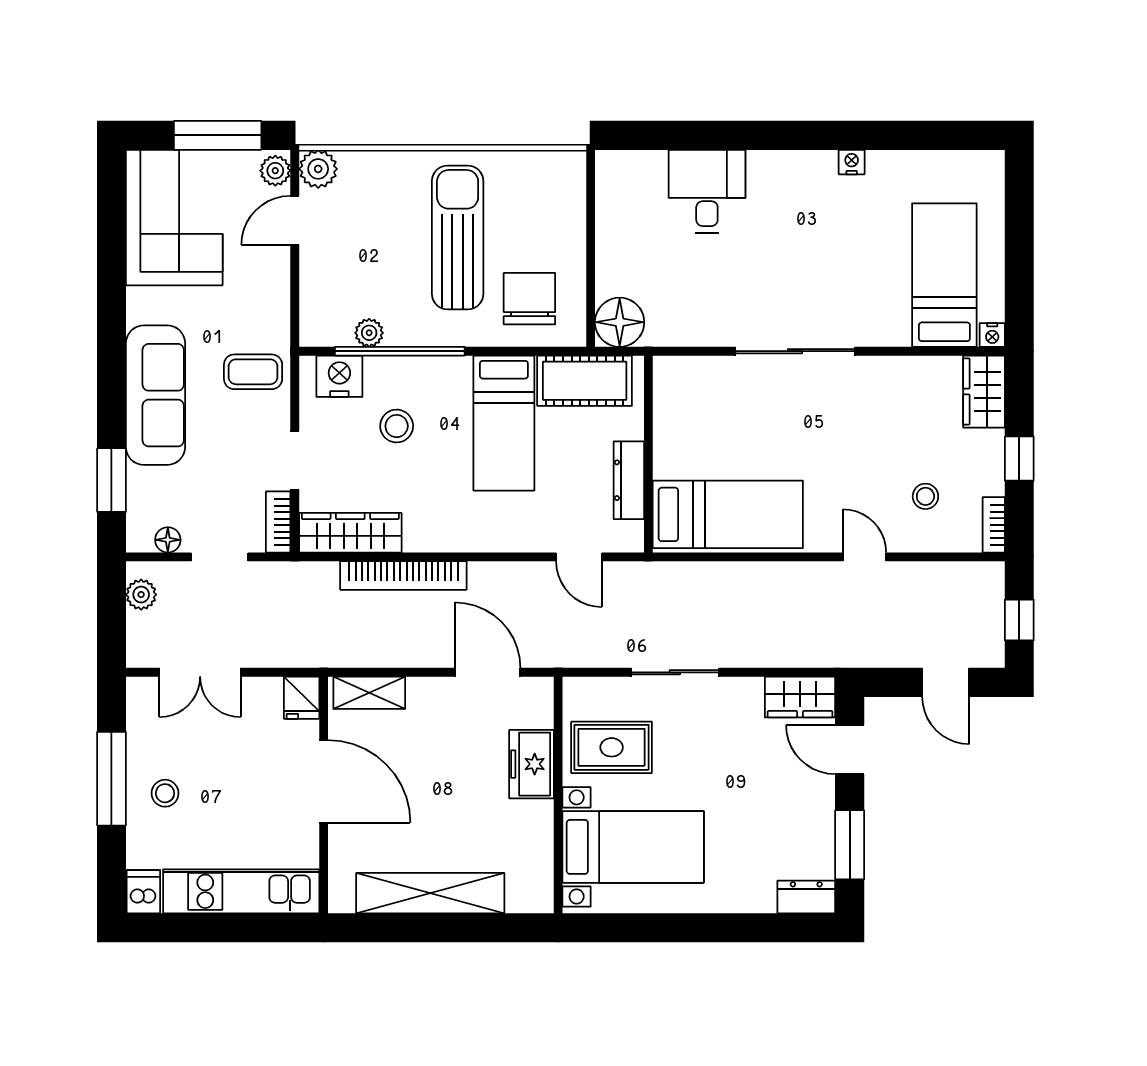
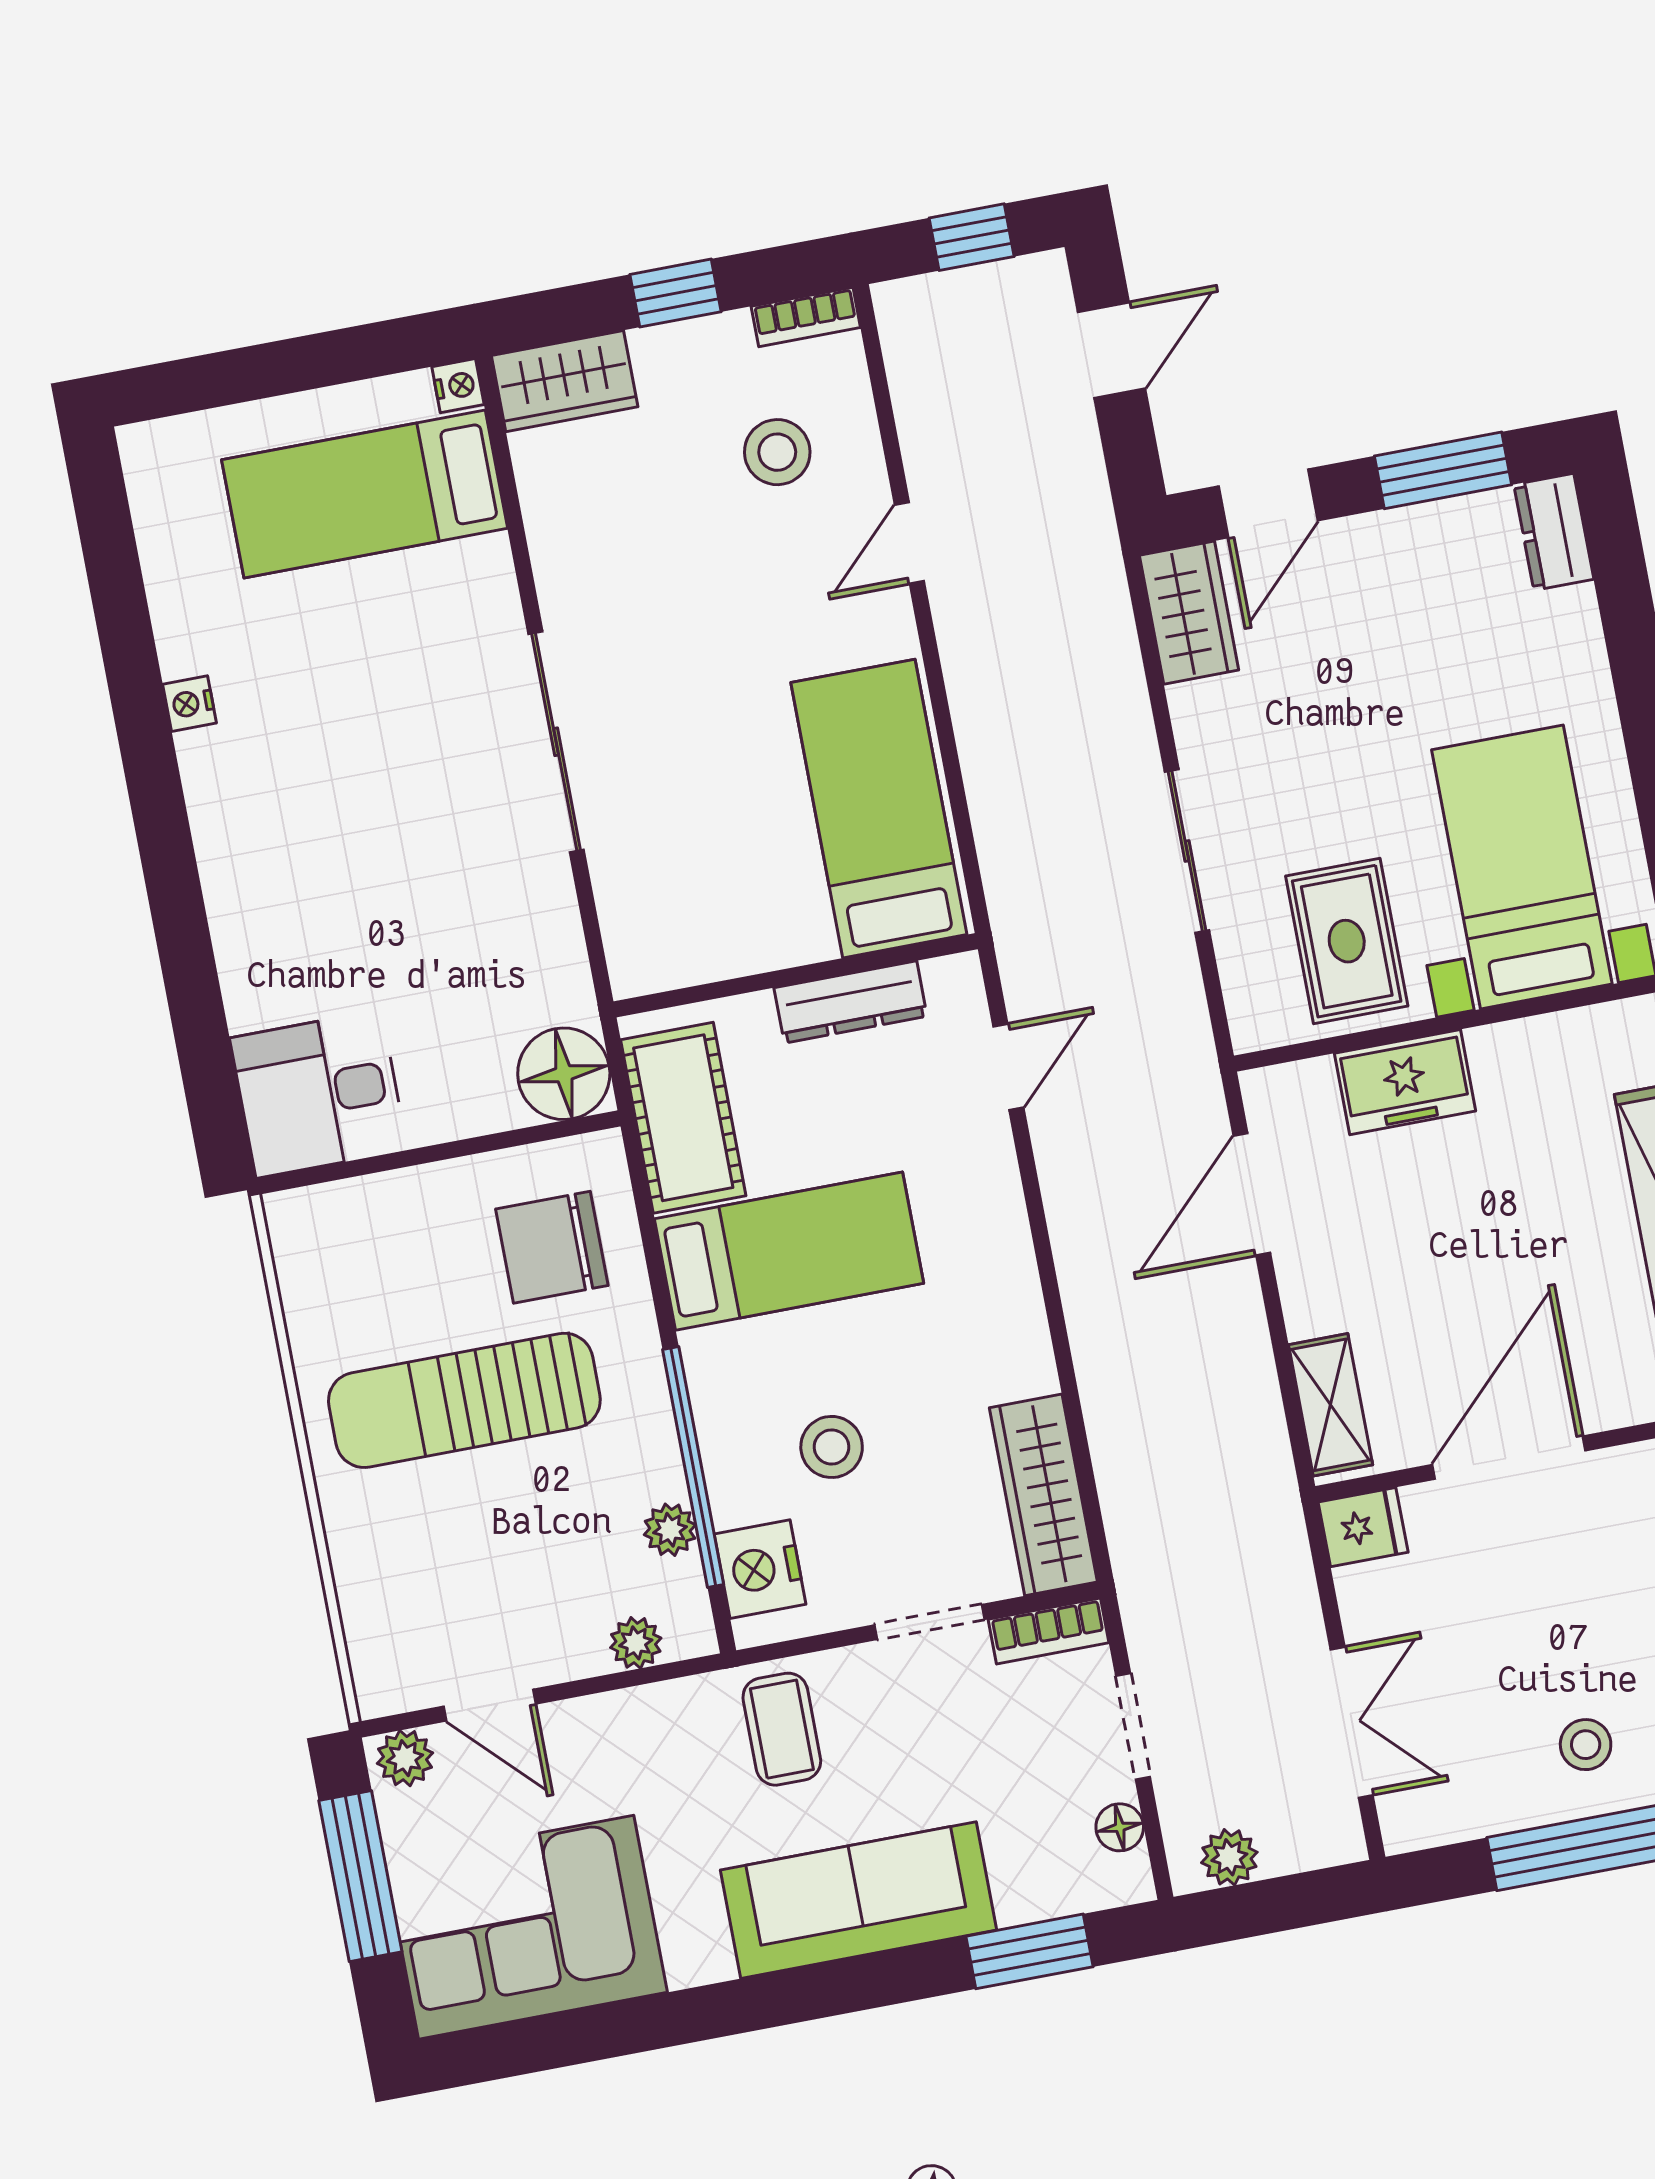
plant: (318, 169) -> (636, 1643), moved, width x0.73, depth x0.73
desk: (707, 191) -> (319, 1094), moved
stool: (925, 496) -> (777, 452), width x1.37, depth x1.37
bookcase: (403, 576) -> (1104, 1383), removed

